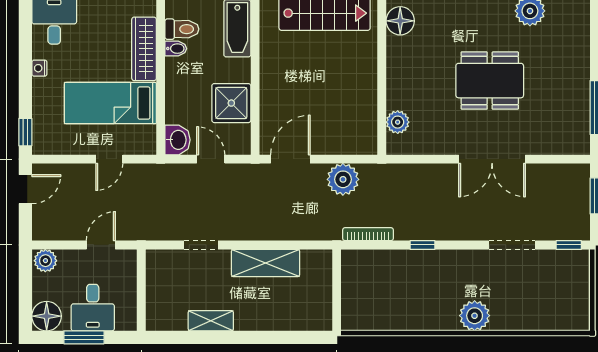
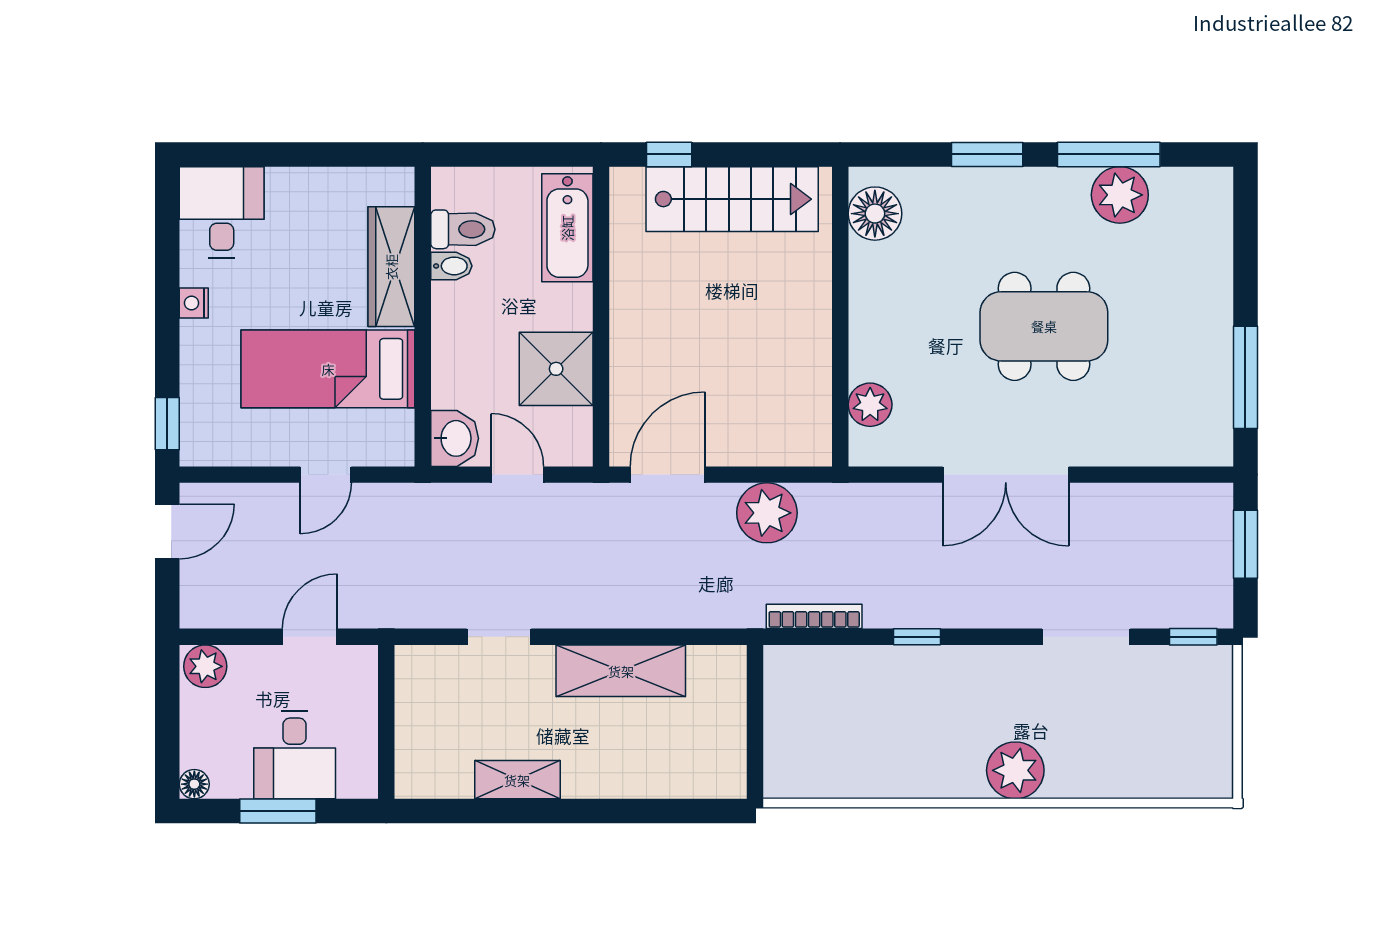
double door: (492, 159) -> (1006, 475), moved
floor lamp: (47, 316) -> (194, 784), width x0.53, depth x0.53

